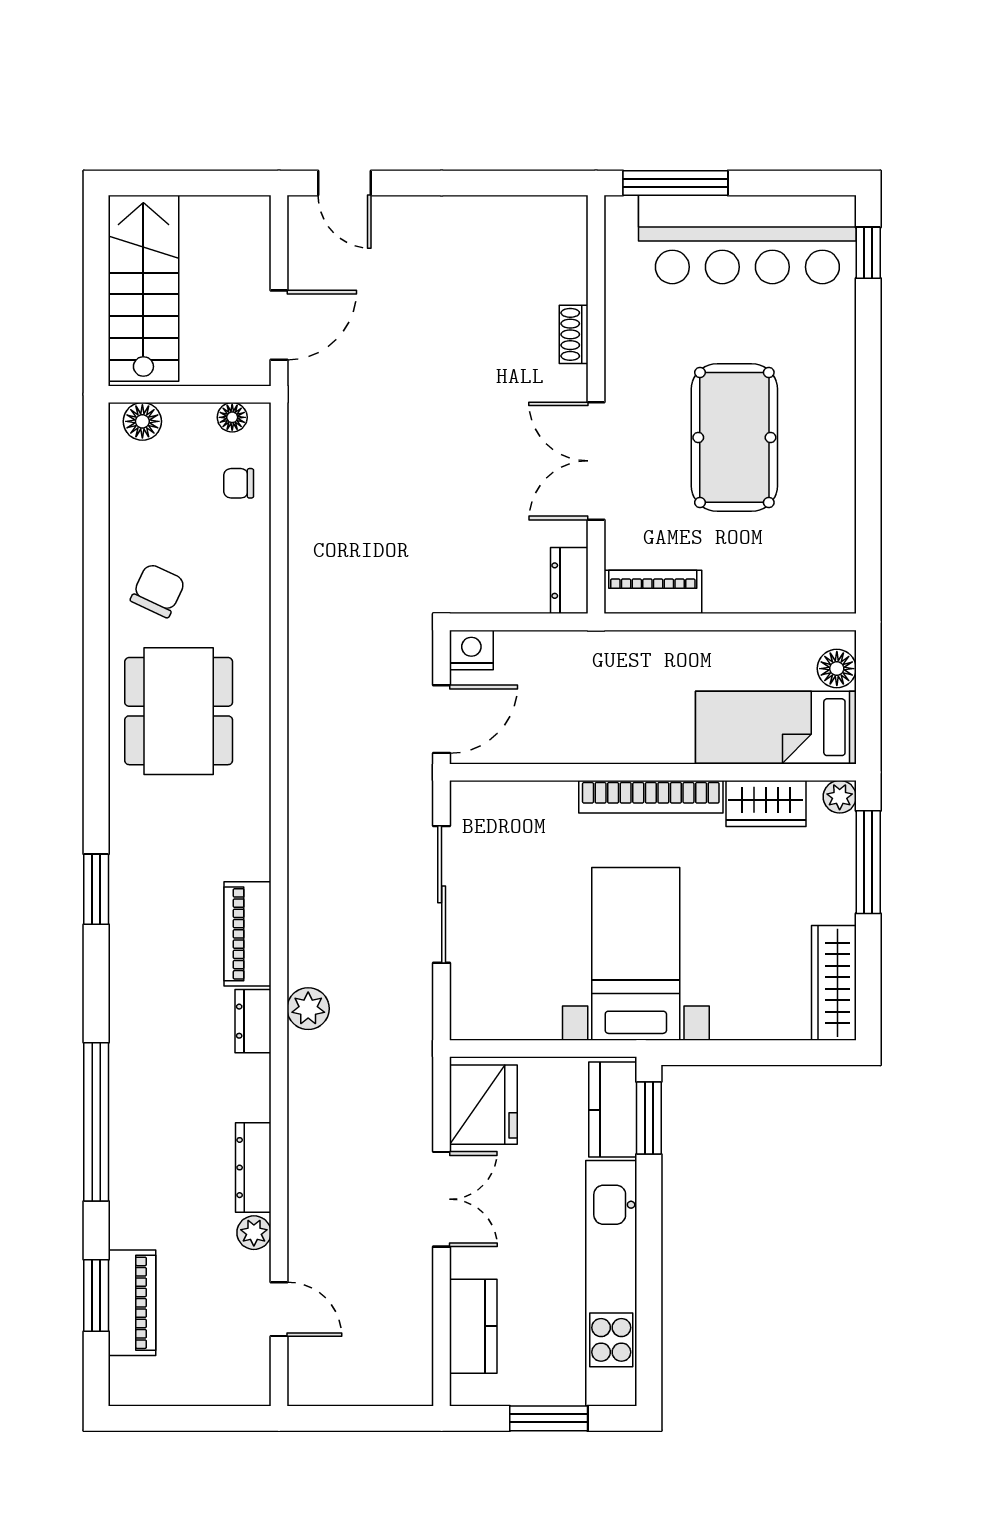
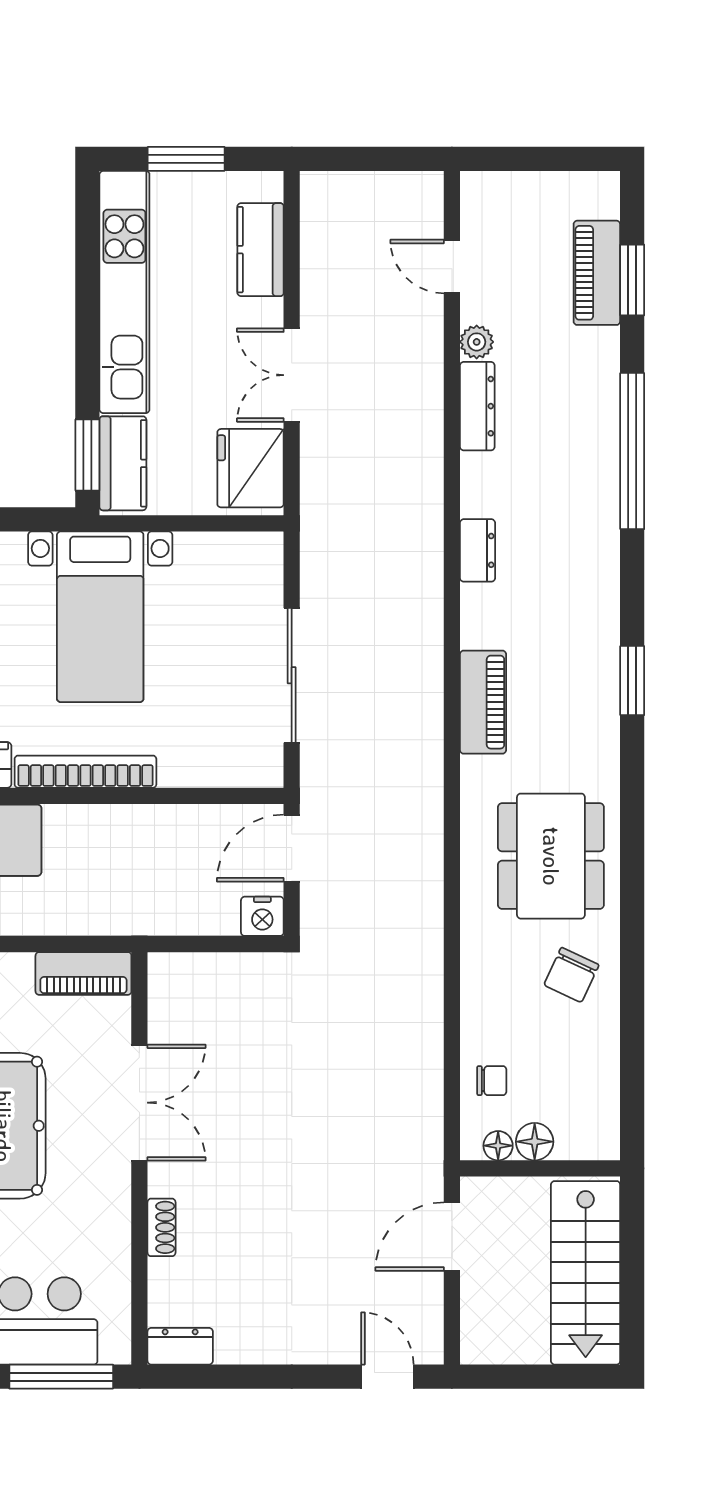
floor lamp: (142, 421) -> (535, 1142), moved
dresser: (569, 581) -> (180, 1346), moved, turned -90
piano: (247, 934) -> (483, 702), moved
plant: (308, 1009) -> (423, 563), removed

